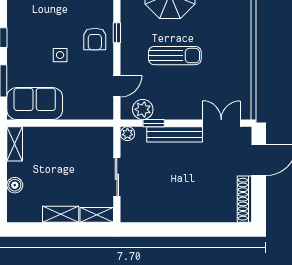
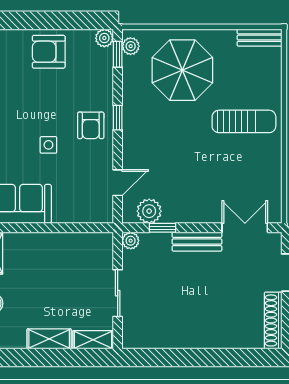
sun lounger: (175, 56) -> (244, 121), moved
bench: (175, 134) -> (197, 242), width x0.73

